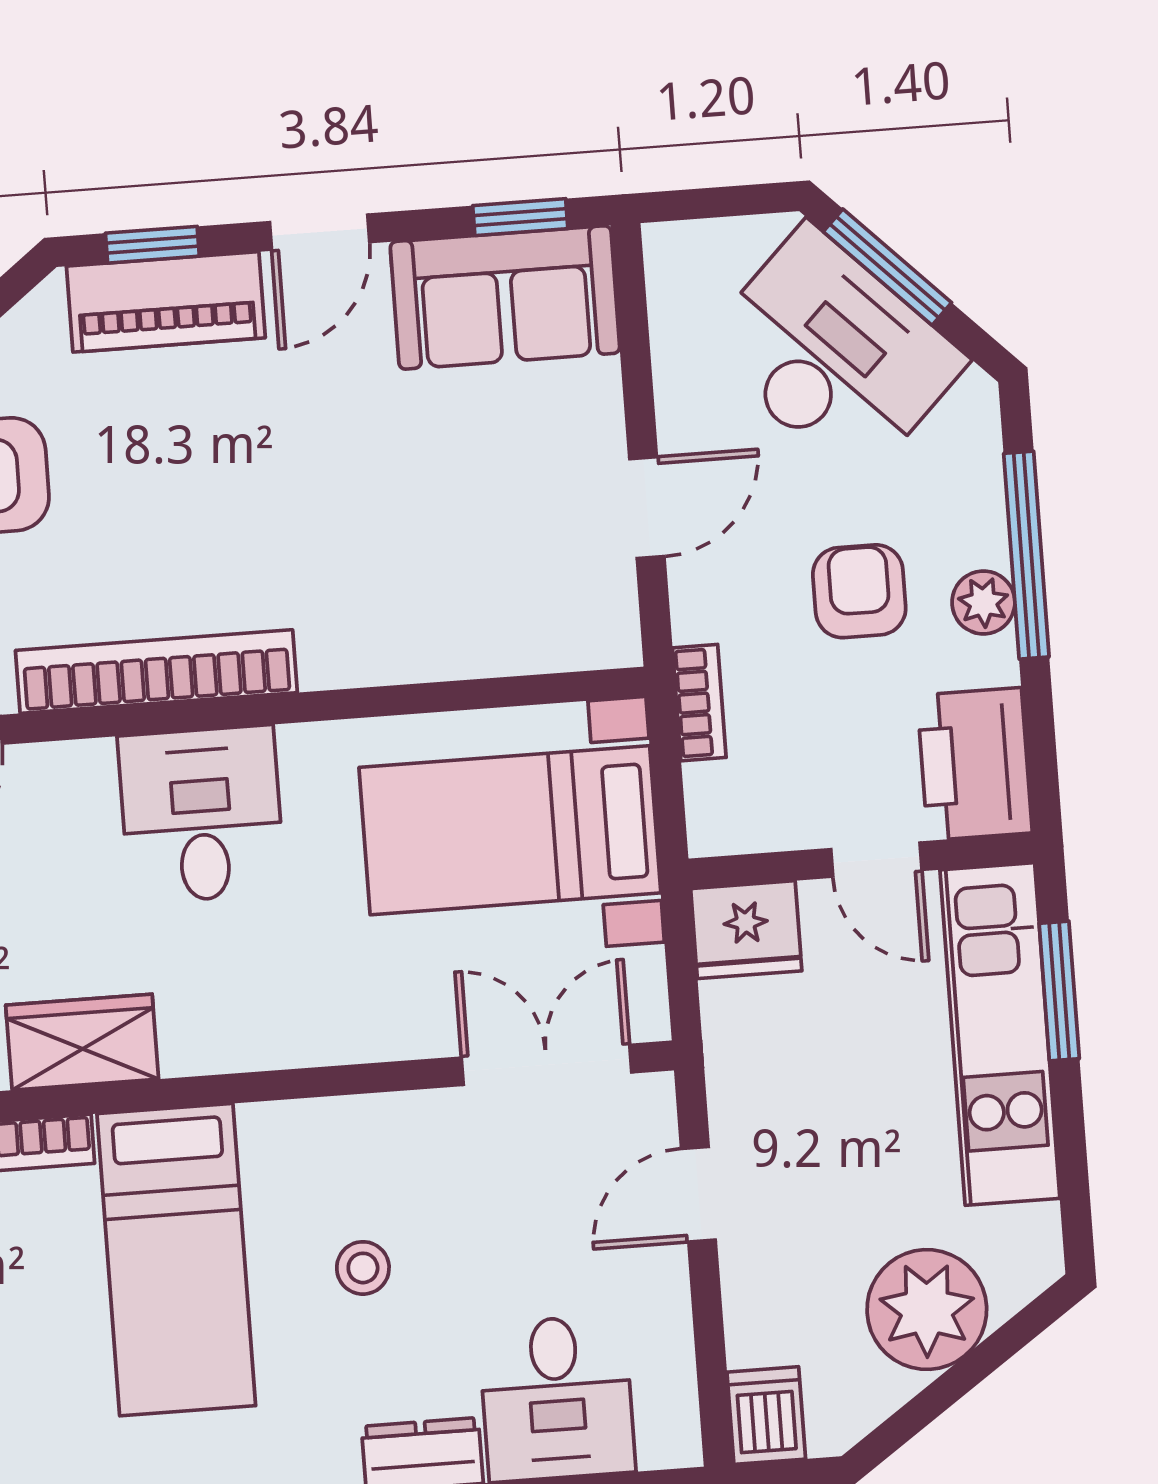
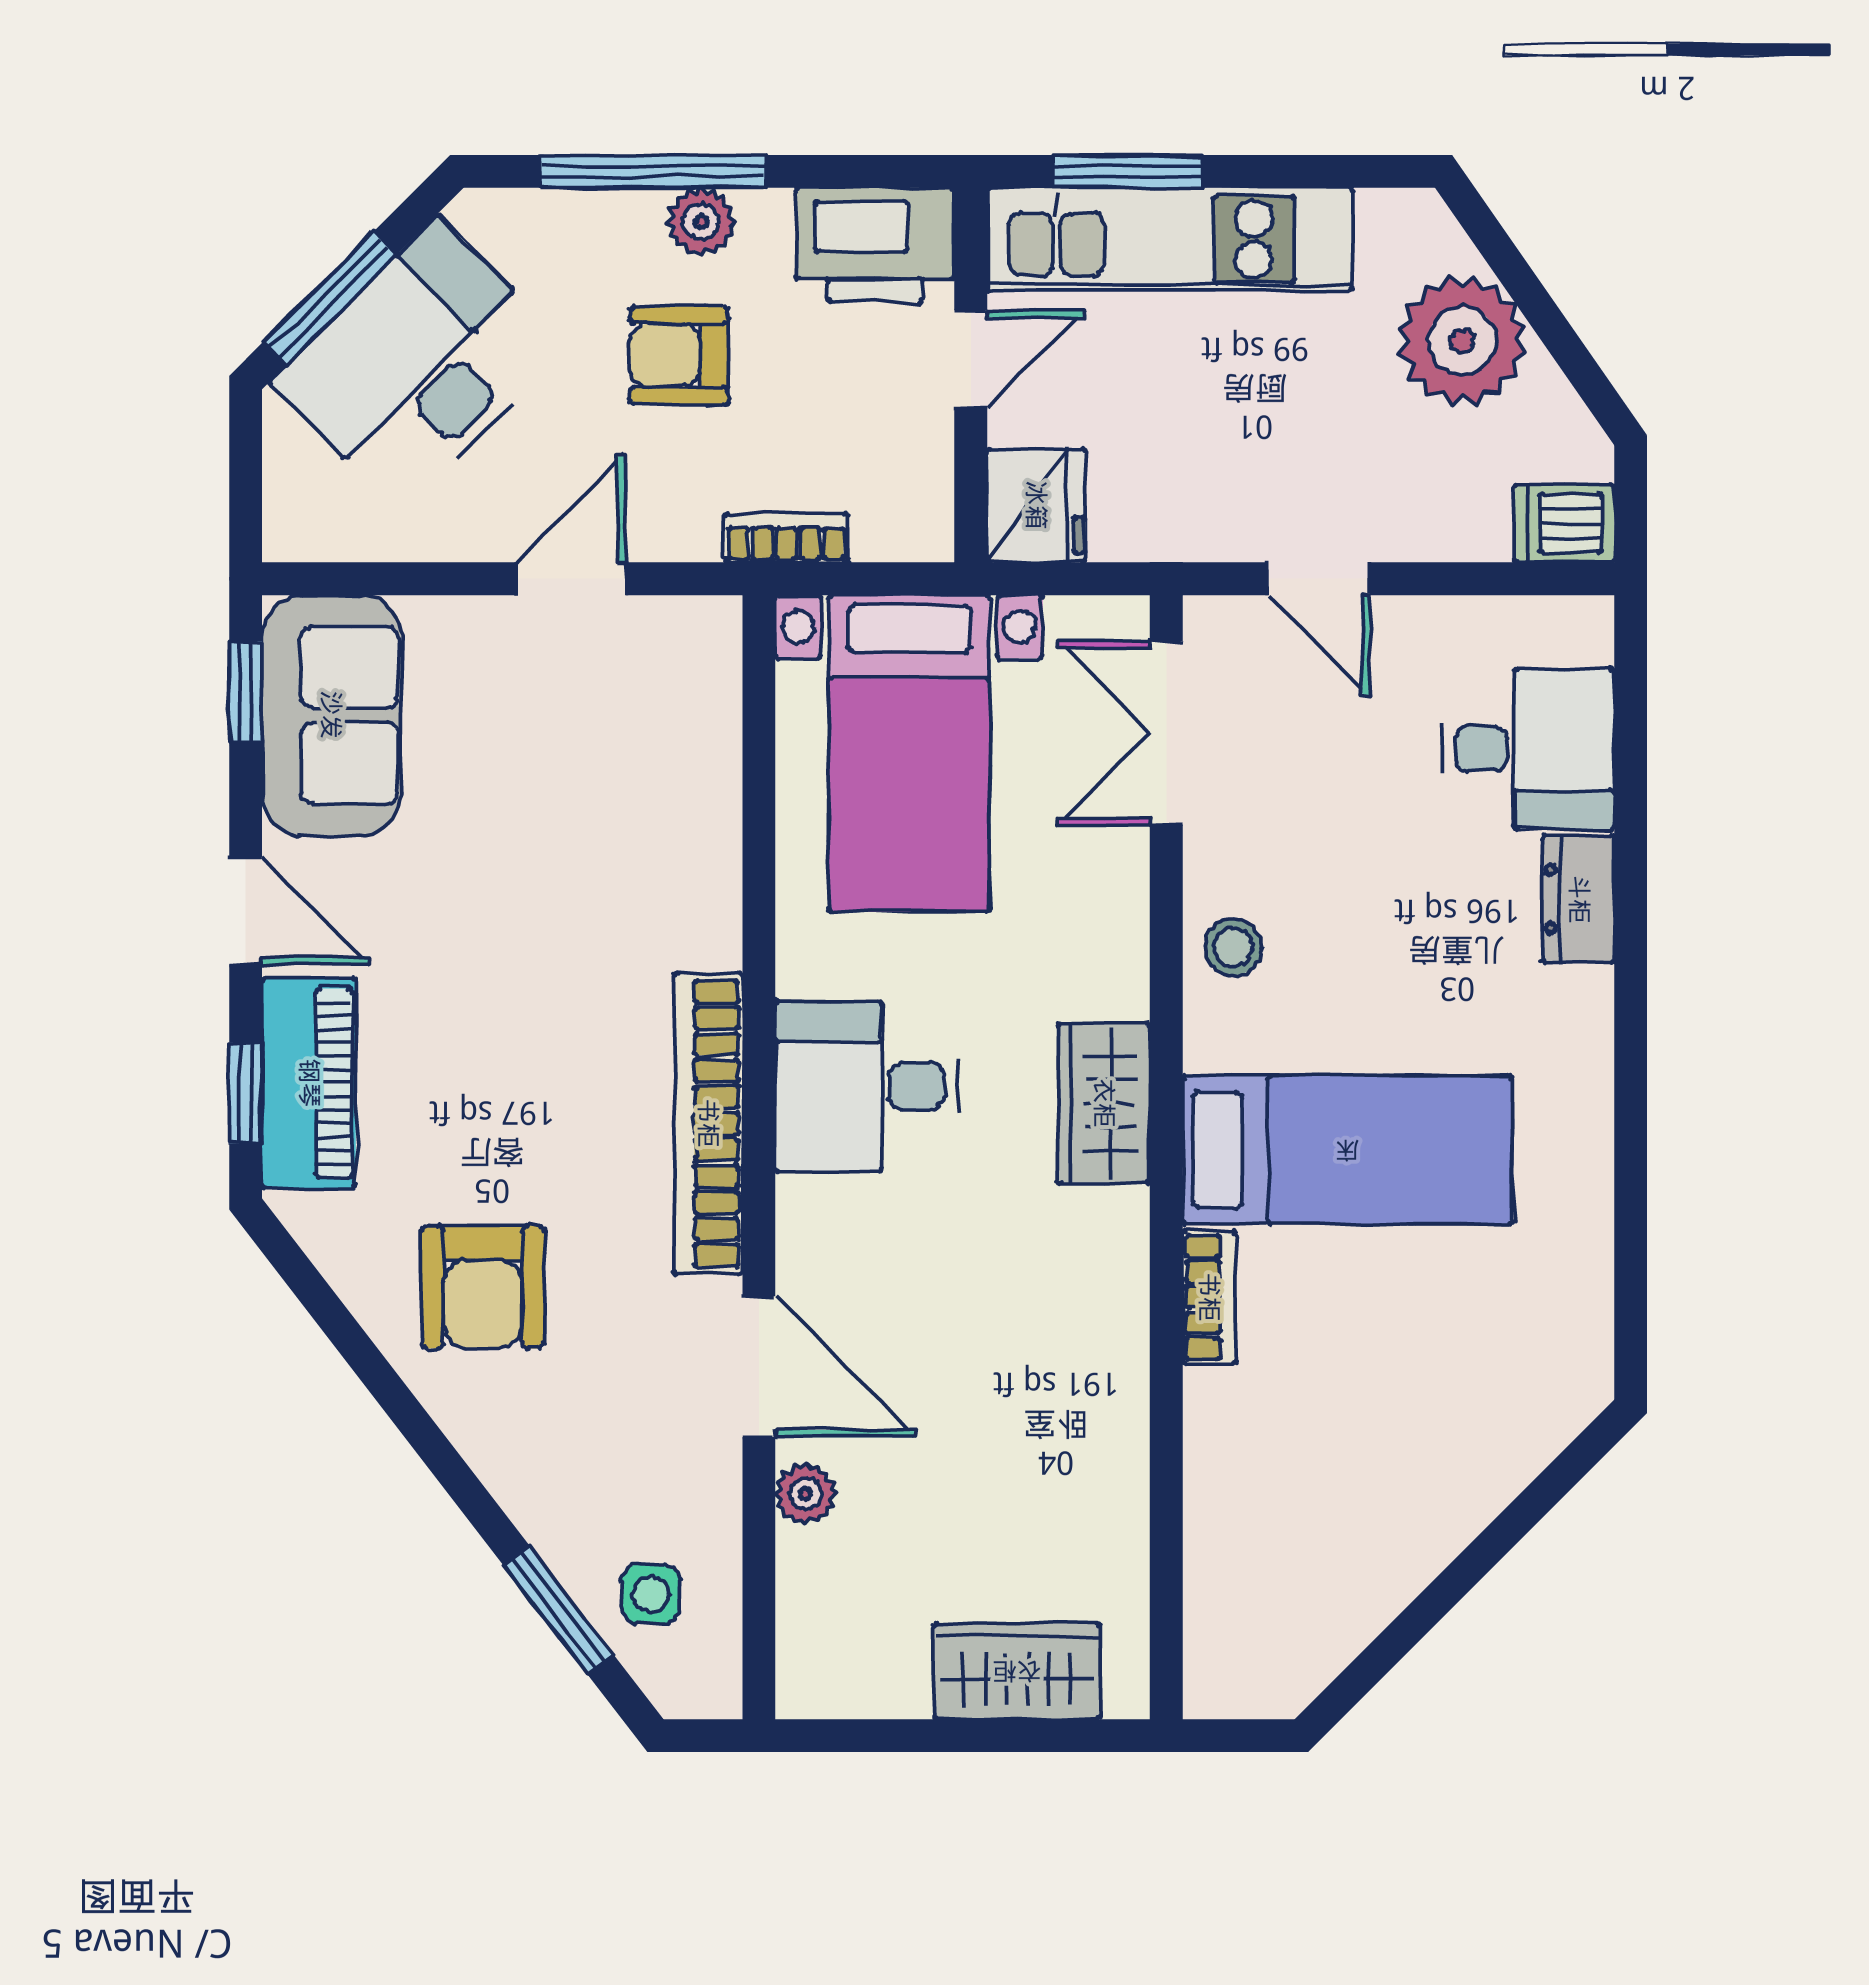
door: (647, 508) -> (571, 579), hinge flipped
wardrobe: (82, 1042) -> (1104, 1103), moved
stool: (363, 1268) -> (1233, 947), moved

